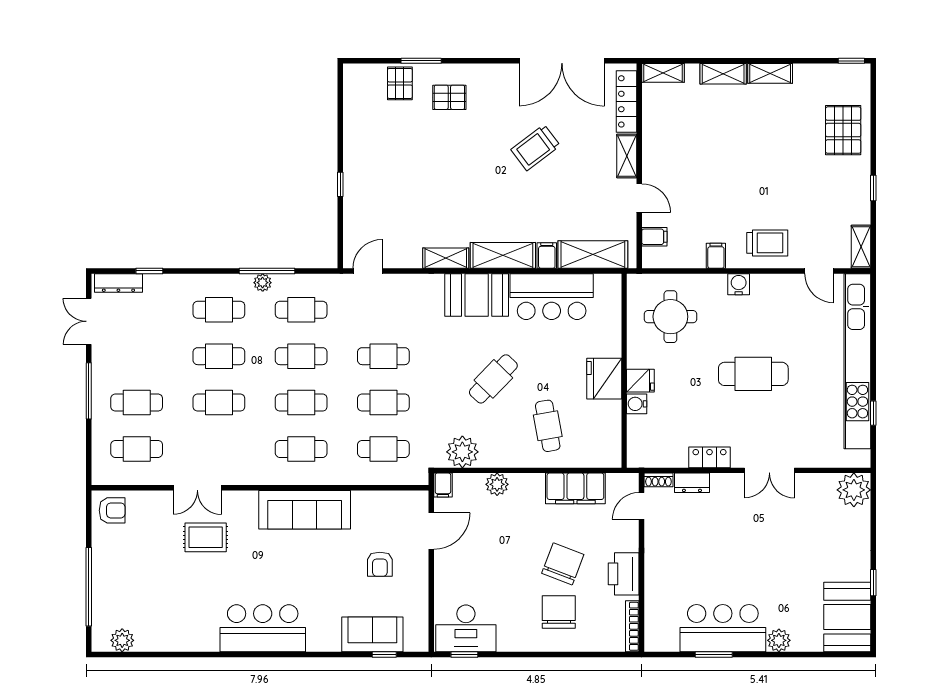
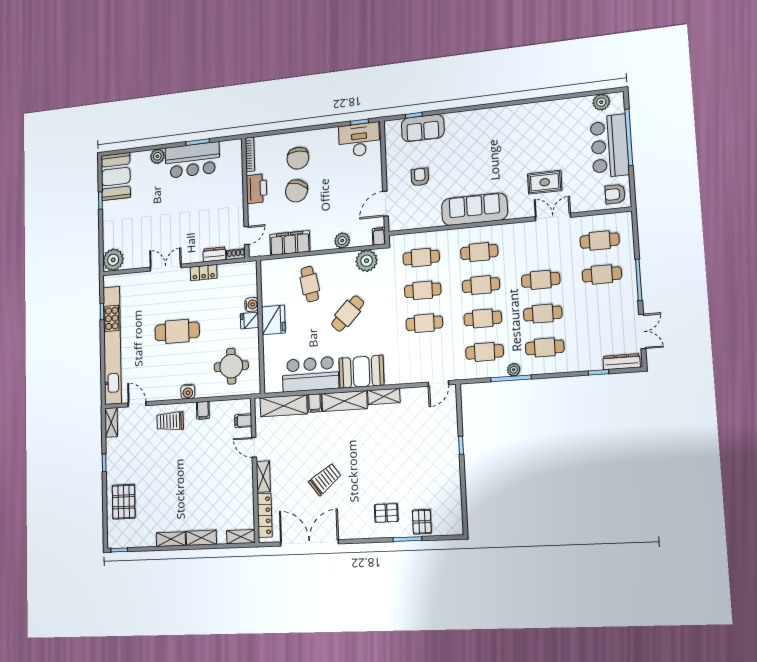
bar counter: (263, 628) -> (610, 146), moved, turned 90

